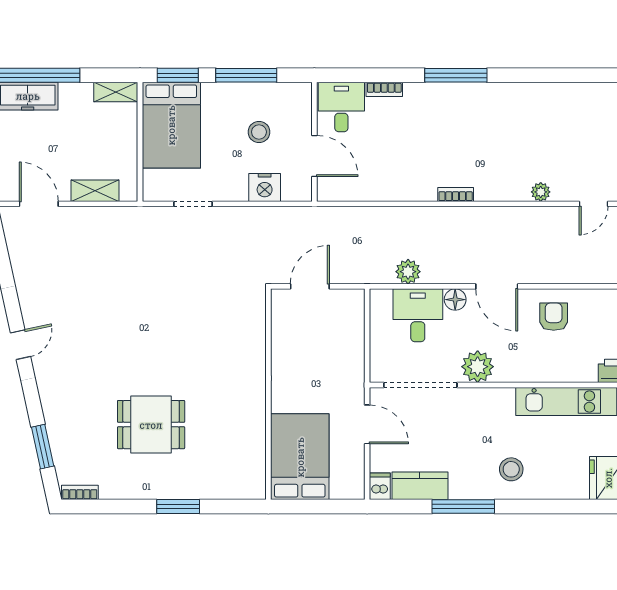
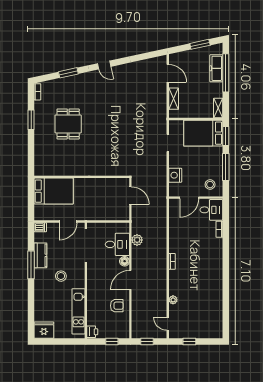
window: (456, 75) -> (226, 262), removed
stool: (259, 132) -> (210, 185), moved
door: (39, 204) -> (168, 73), hinge flipped
plant: (478, 367) -> (94, 271), removed
window: (43, 447) -> (68, 73), moved
stool: (511, 469) -> (61, 276), moved
kitchen counter: (420, 486) -> (40, 255), moved
window: (178, 507) -> (31, 120), moved

